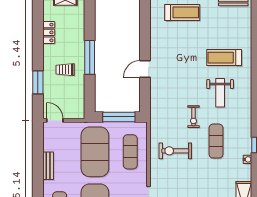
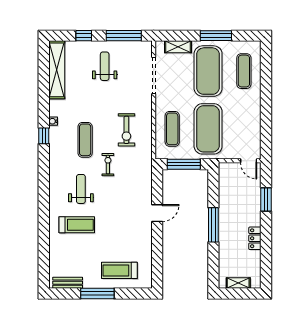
locker: (49, 32) -> (255, 238), moved
trolley: (65, 70) -> (238, 212), removed
exercise bike: (175, 151) -> (126, 130), turned 90
bench: (48, 166) -> (256, 115), removed

